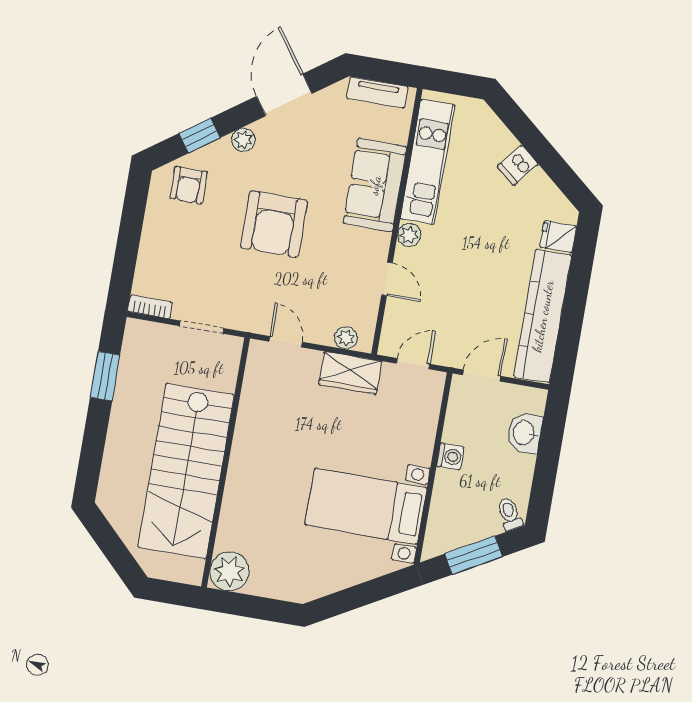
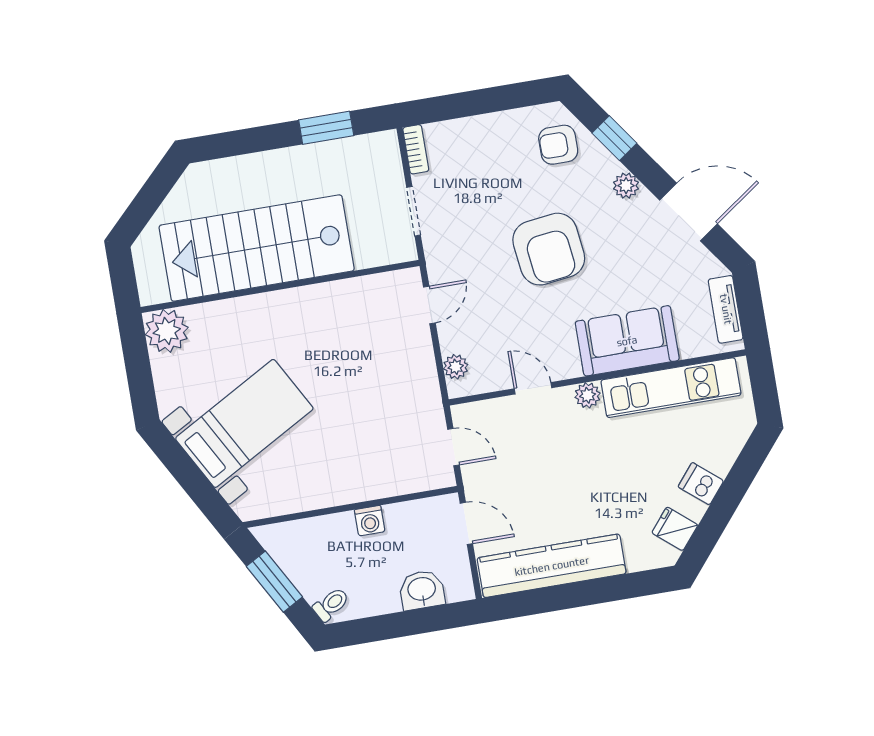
armchair: (274, 224) -> (549, 249), turned -97
fridge: (558, 237) -> (675, 529), moved, turned -50
door: (387, 279) -> (533, 388), swing flipped
wardrobe: (350, 373) -> (421, 384), removed
bed with nightstands: (366, 506) -> (244, 423), moved, turned 61

